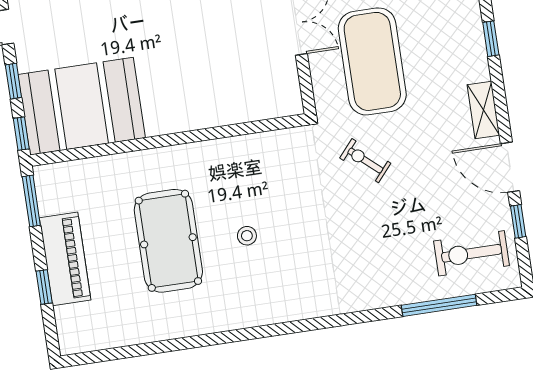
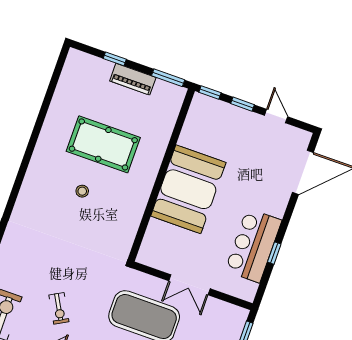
booth: (82, 106) -> (188, 189), moved
exercise bike: (365, 161) -> (59, 308), moved, turned 110
piano: (65, 259) -> (133, 79), width x0.73, depth x0.75

